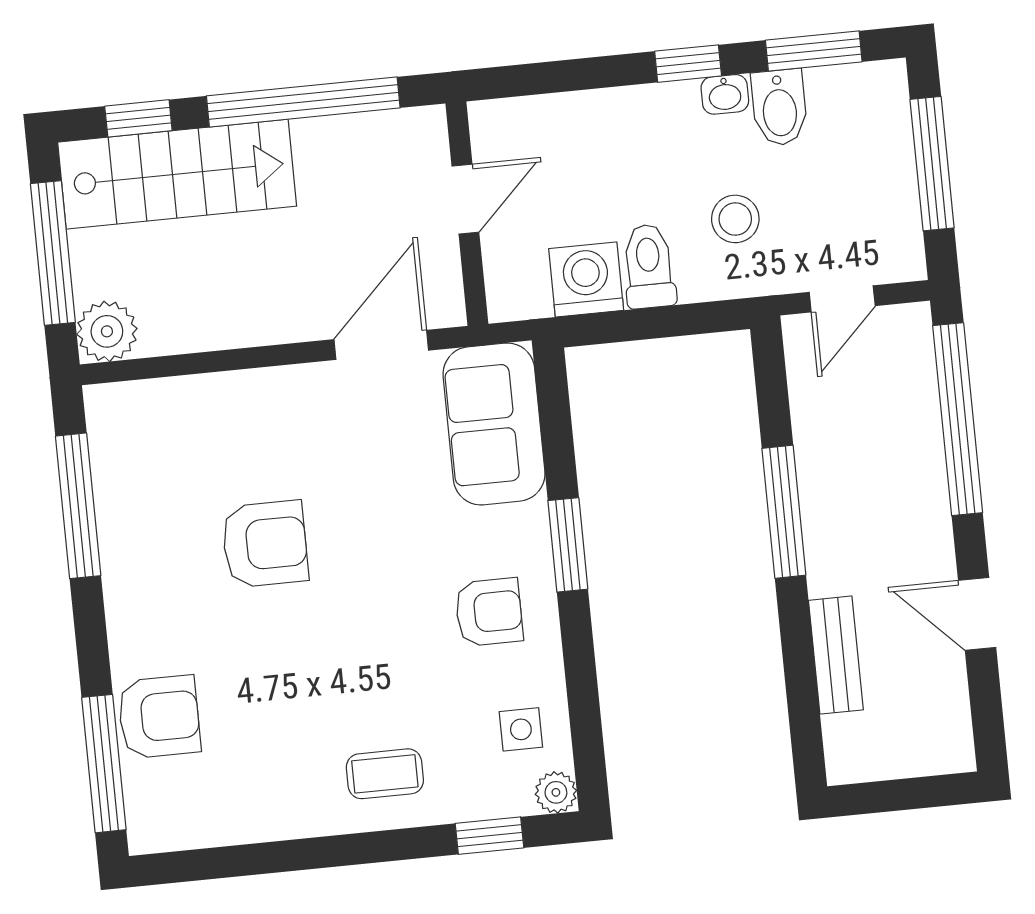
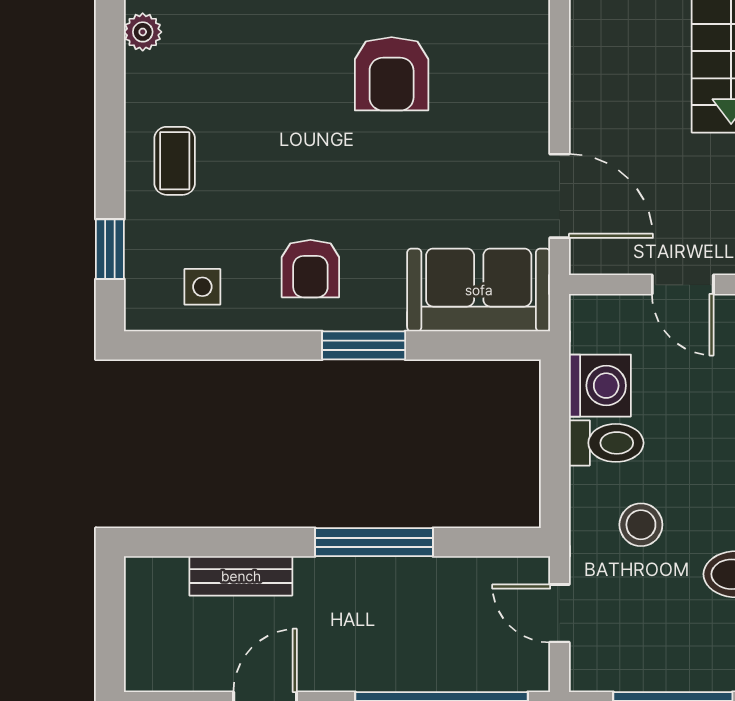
plant: (556, 792) -> (143, 32), moved

